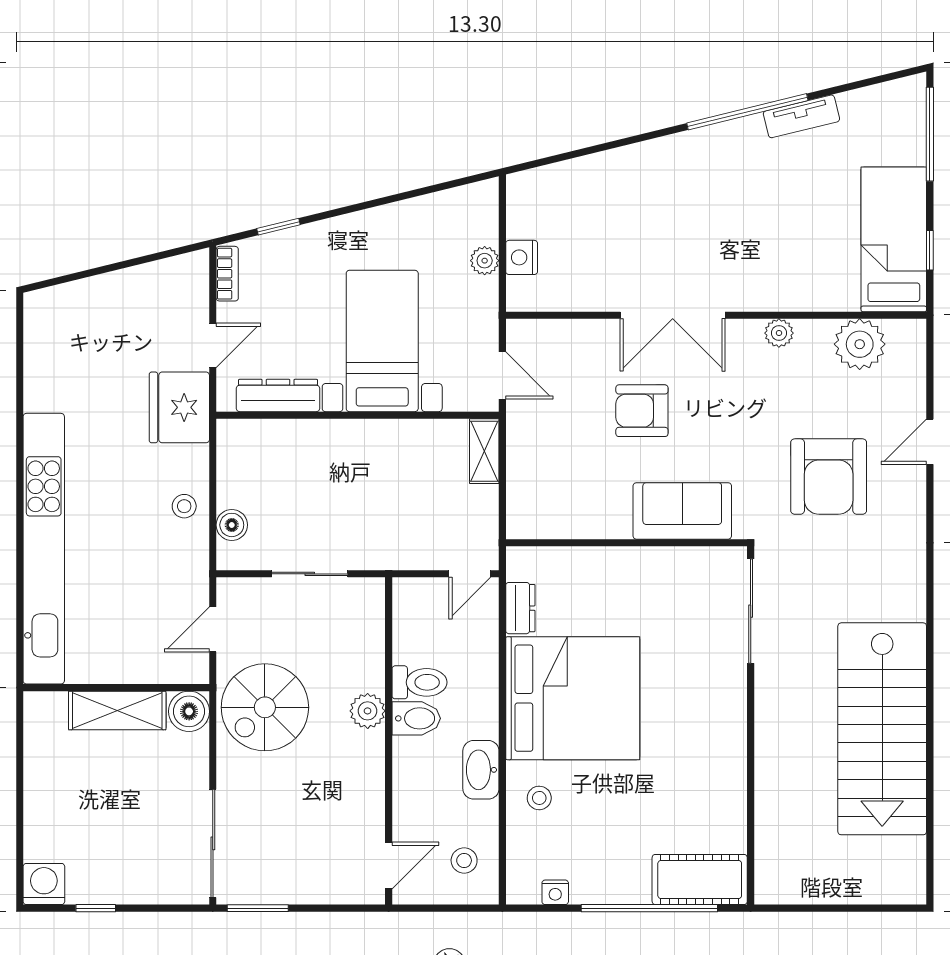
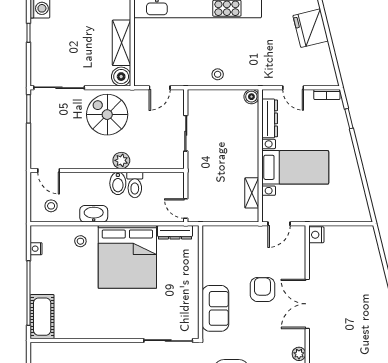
nightstand: (522, 257) -> (316, 235), moved, turned -90
plant: (485, 261) -> (333, 216), removed
fridge: (179, 407) -> (311, 28), moved, turned -104
shelving: (484, 451) -> (252, 193), moved, turned 90
boiler: (232, 525) -> (251, 97), moved
dresser: (520, 608) -> (175, 232), width x1.44
door: (213, 629) -> (160, 88), swing flipped
spiral stairs: (265, 707) -> (107, 115), moved

